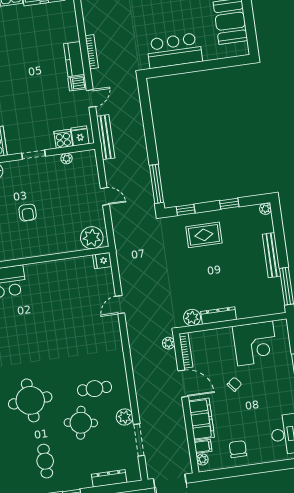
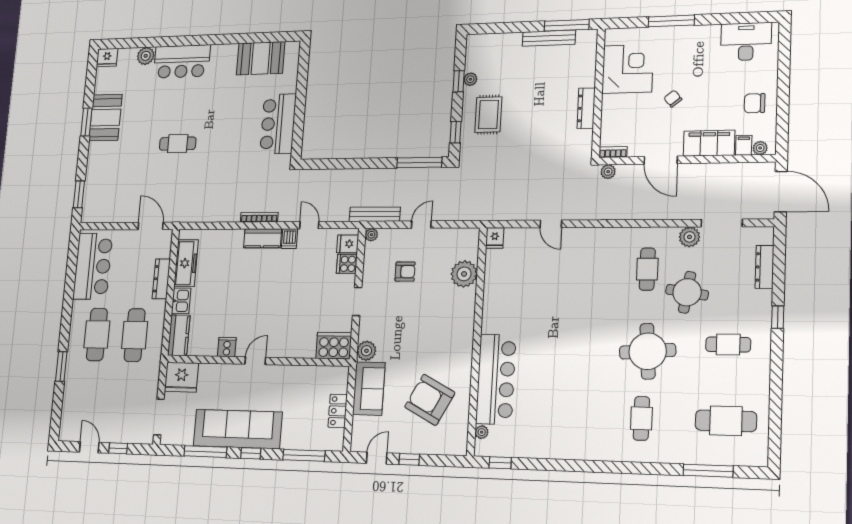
bench: (106, 137) -> (375, 214), moved
plant: (67, 158) -> (371, 235), moved
plant: (265, 209) -> (470, 79), moved
armchair: (28, 213) -> (405, 272), moved
plant: (92, 238) -> (464, 274), moved
bench: (272, 255) -> (549, 38), moved
plant: (192, 318) -> (583, 140), removed
bookcase: (186, 350) -> (613, 152), width x0.64
door: (183, 384) -> (661, 160), swing flipped

